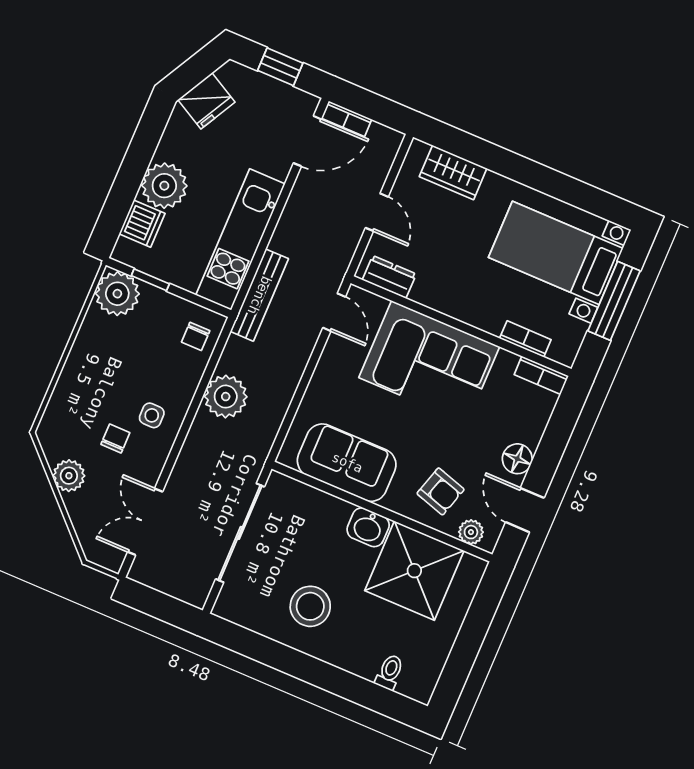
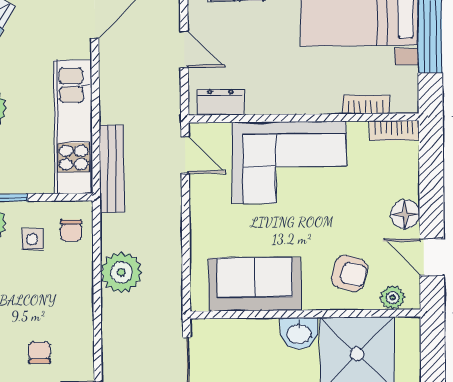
side table: (152, 415) -> (32, 239), moved

